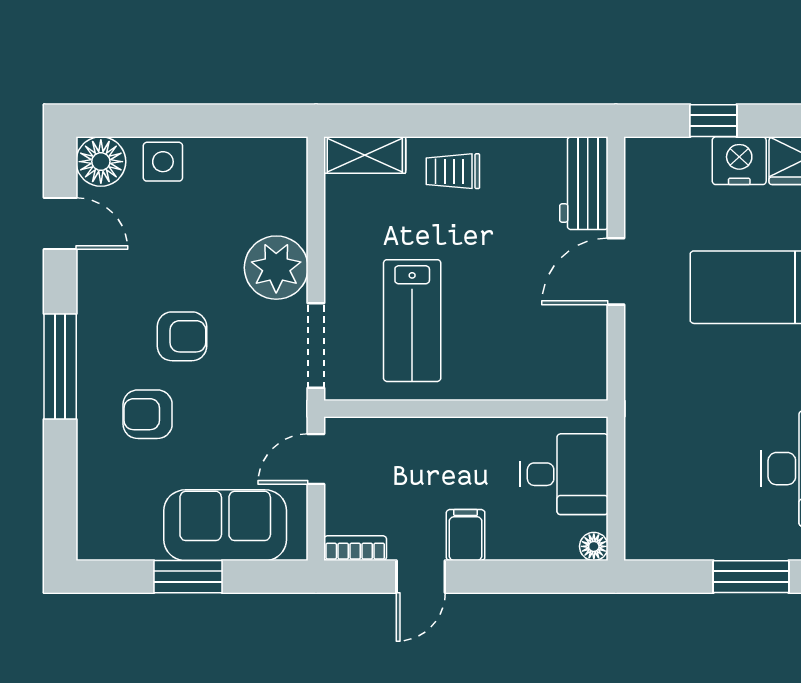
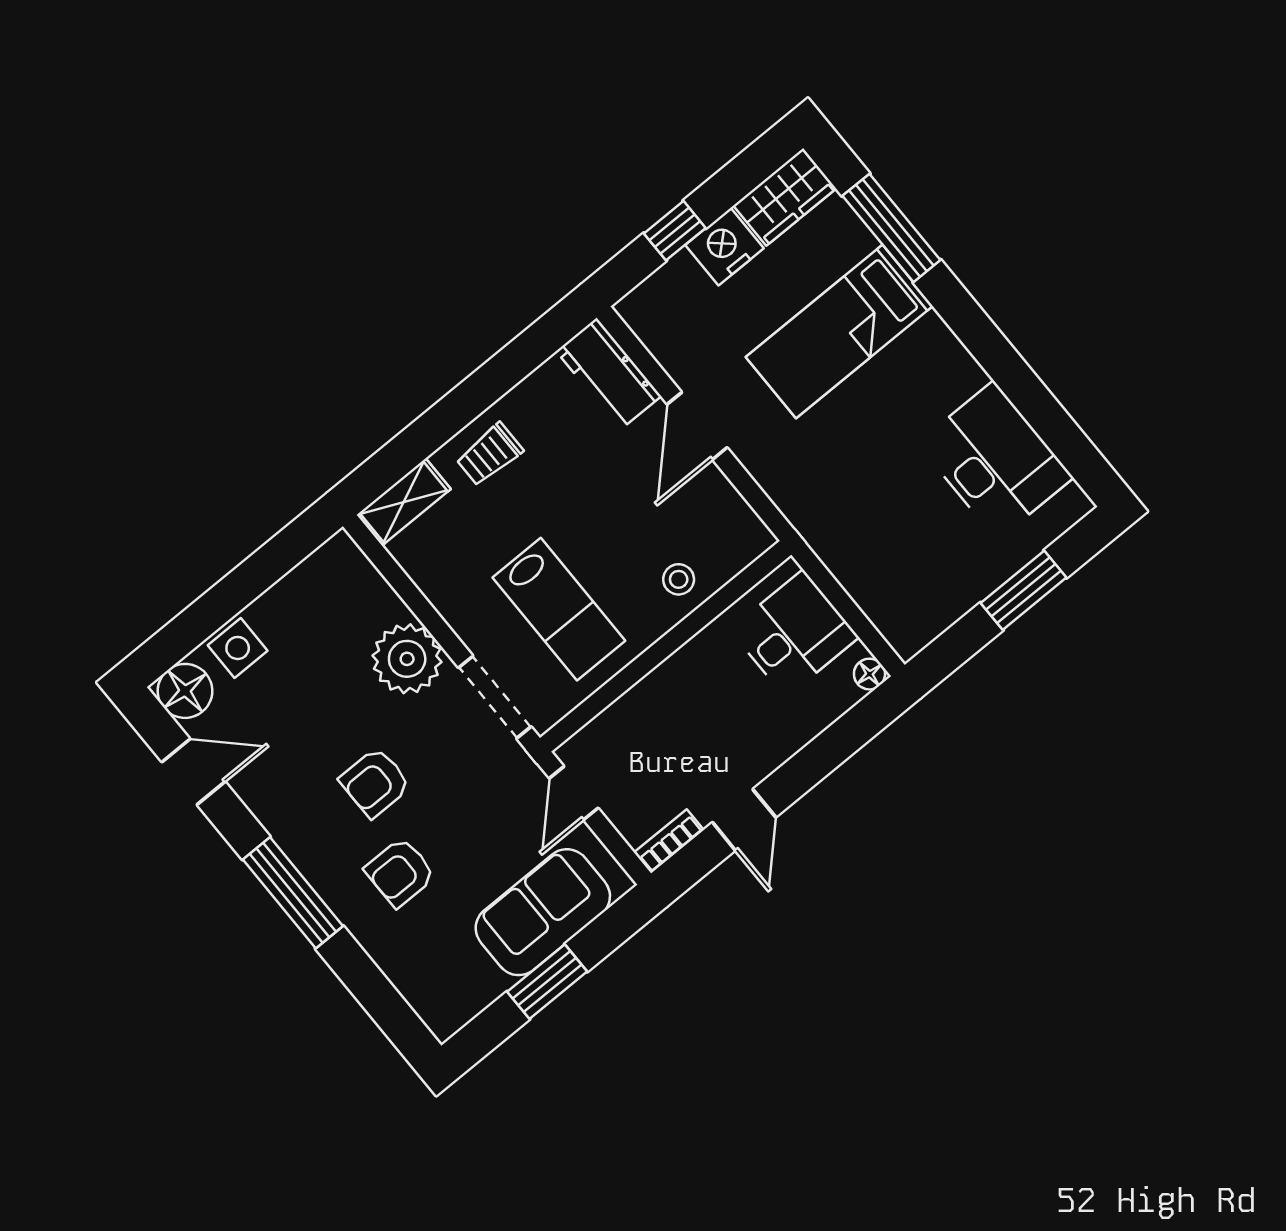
armchair: (182, 336) -> (375, 782), turned 180
stool: (514, 369) -> (679, 579), added
filing cabinet: (466, 535) -> (753, 754), removed

